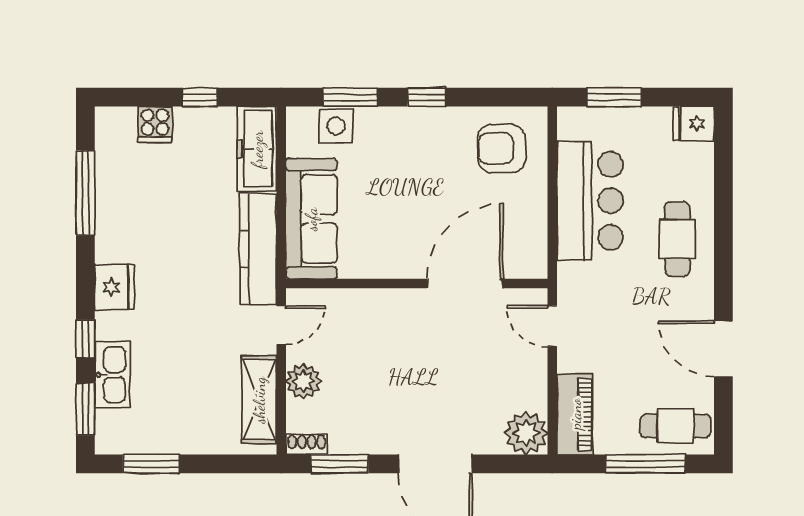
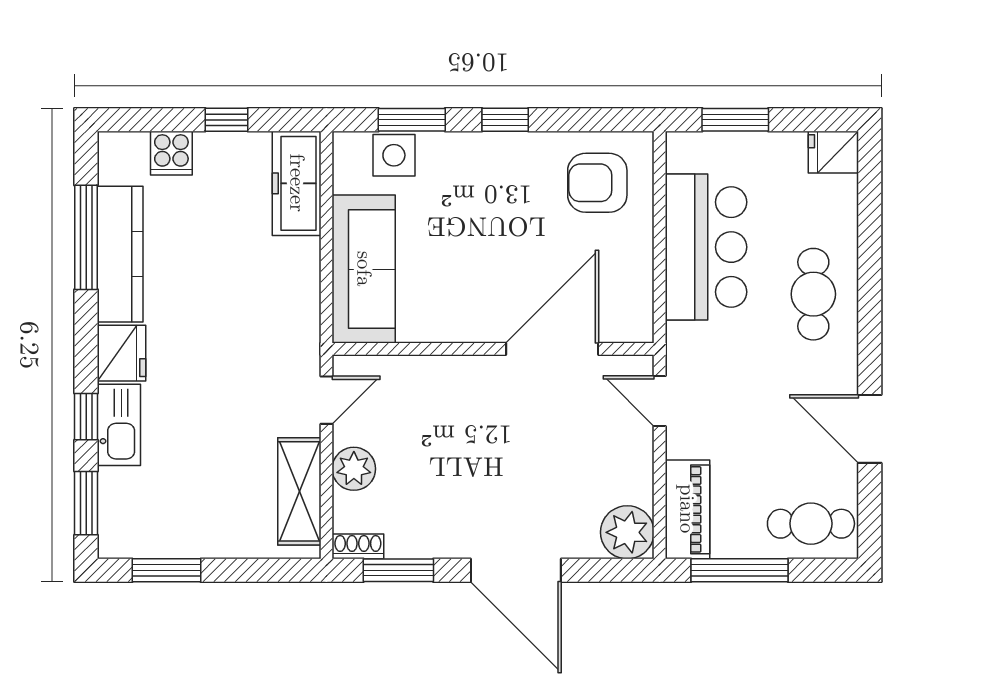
kitchen counter: (258, 249) -> (120, 254), moved, turned 180
kitchen sink: (112, 375) -> (119, 425), moved
window: (645, 464) -> (739, 570), moved

